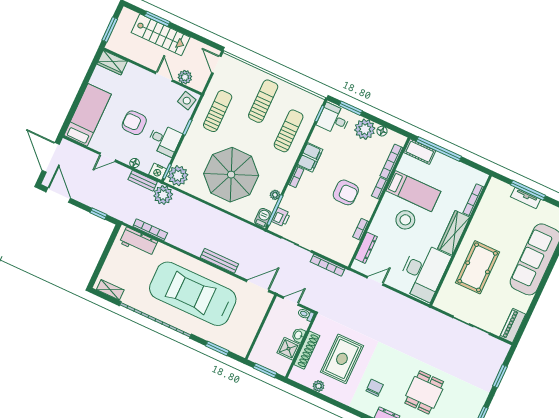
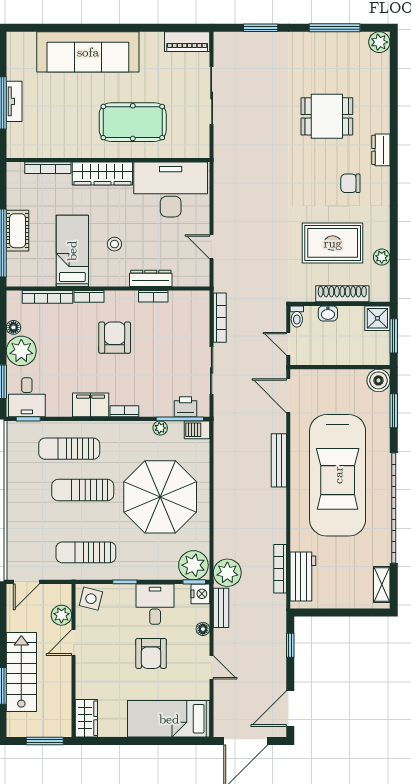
sun lounger: (263, 101) -> (83, 490), moved
cot: (420, 152) -> (18, 231), moved
stool: (405, 220) -> (114, 244), width x0.53, depth x0.53
dresser: (366, 248) -> (151, 278), moved
boiler: (241, 348) -> (378, 380), added
shower: (289, 349) -> (377, 318), moved

